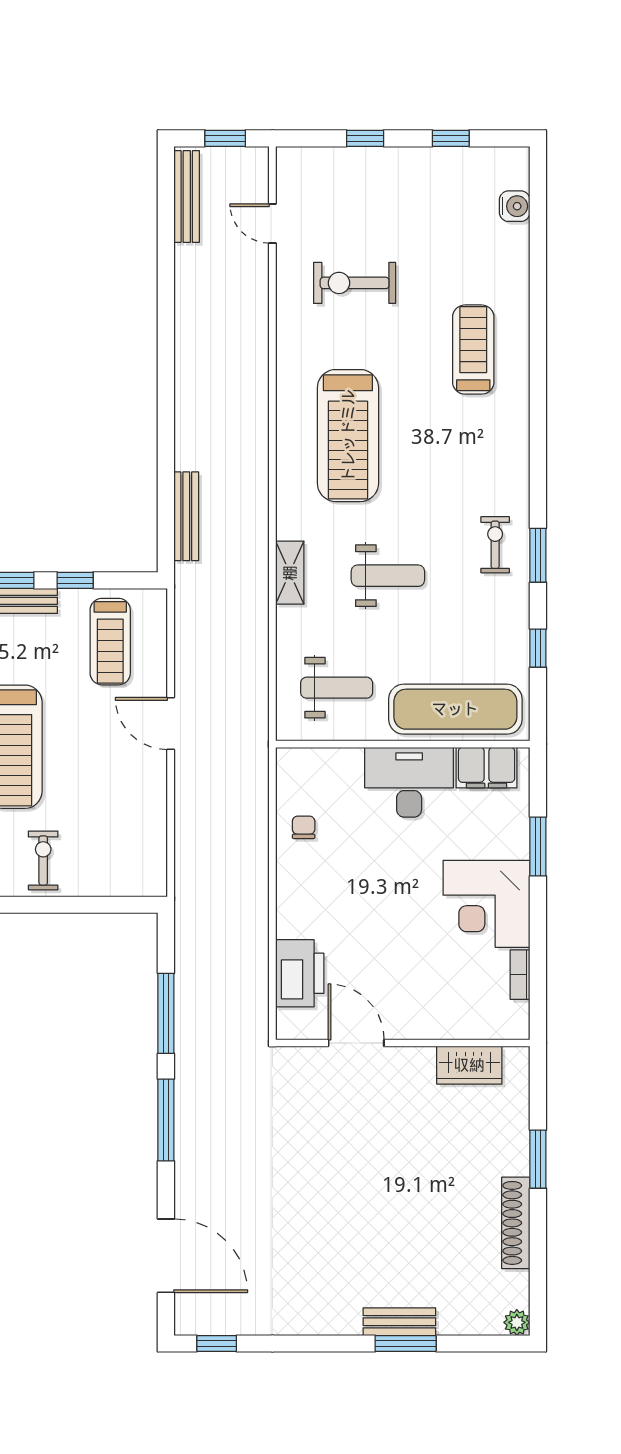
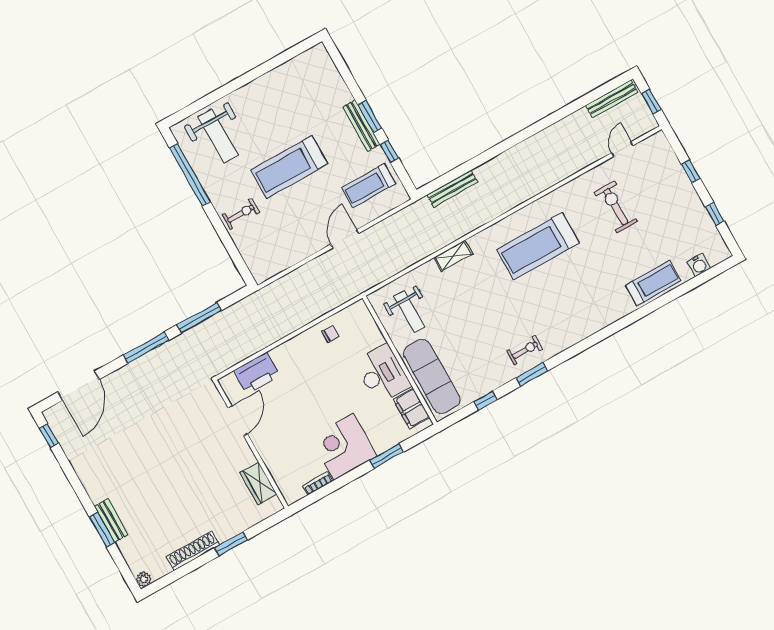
treadmill: (473, 350) -> (653, 283), moved
weight bench: (388, 576) -> (479, 305), removed

